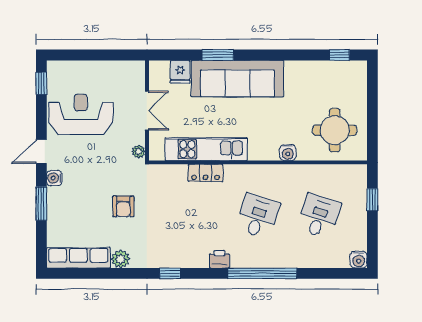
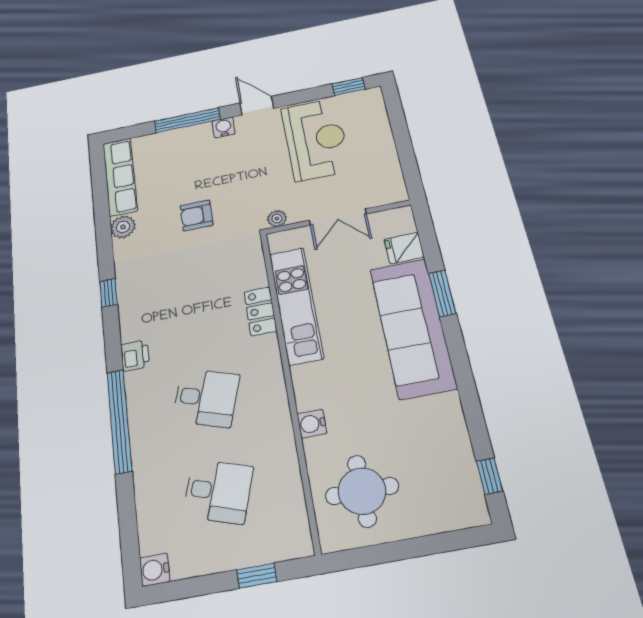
window: (41, 204) -> (187, 120), width x1.44

